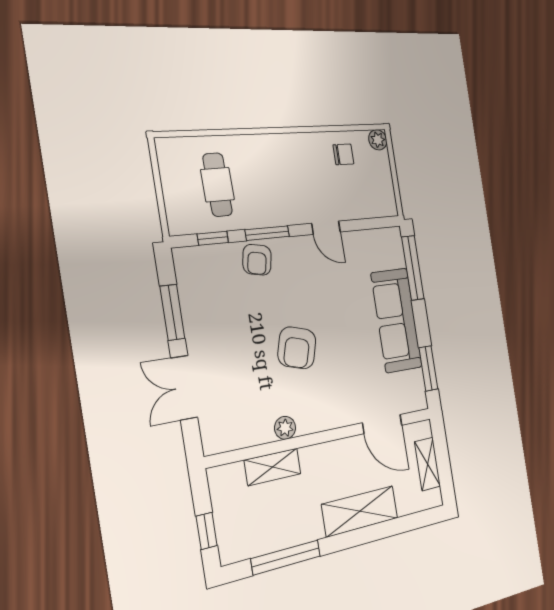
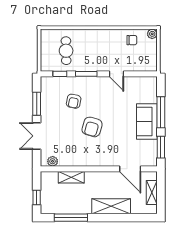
armchair: (257, 260) -> (74, 101), moved
window: (413, 268) -> (161, 112), moved
sofa: (396, 320) -> (147, 121), width x0.73
plant: (285, 428) -> (53, 161), moved

